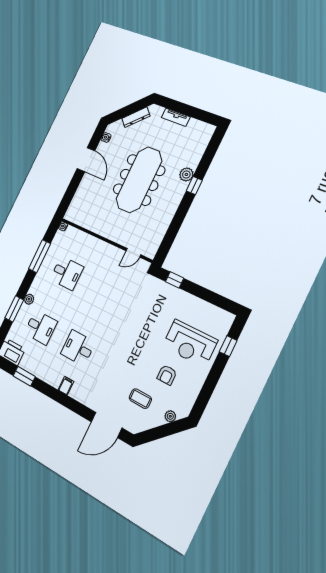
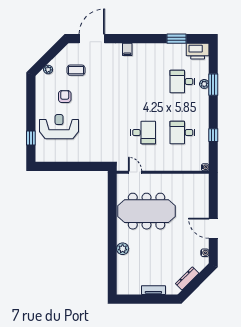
meeting table: (139, 180) -> (147, 211), moved, turned 90
window: (194, 186) -> (112, 243), removed
door: (133, 253) -> (135, 172), hinge flipped
window: (40, 256) -> (213, 135), width x0.46
window: (175, 280) -> (93, 166), removed
plant: (29, 299) -> (204, 84), moved
desk: (78, 348) -> (143, 133), moved
filing cabinet: (66, 386) -> (127, 49), moved

